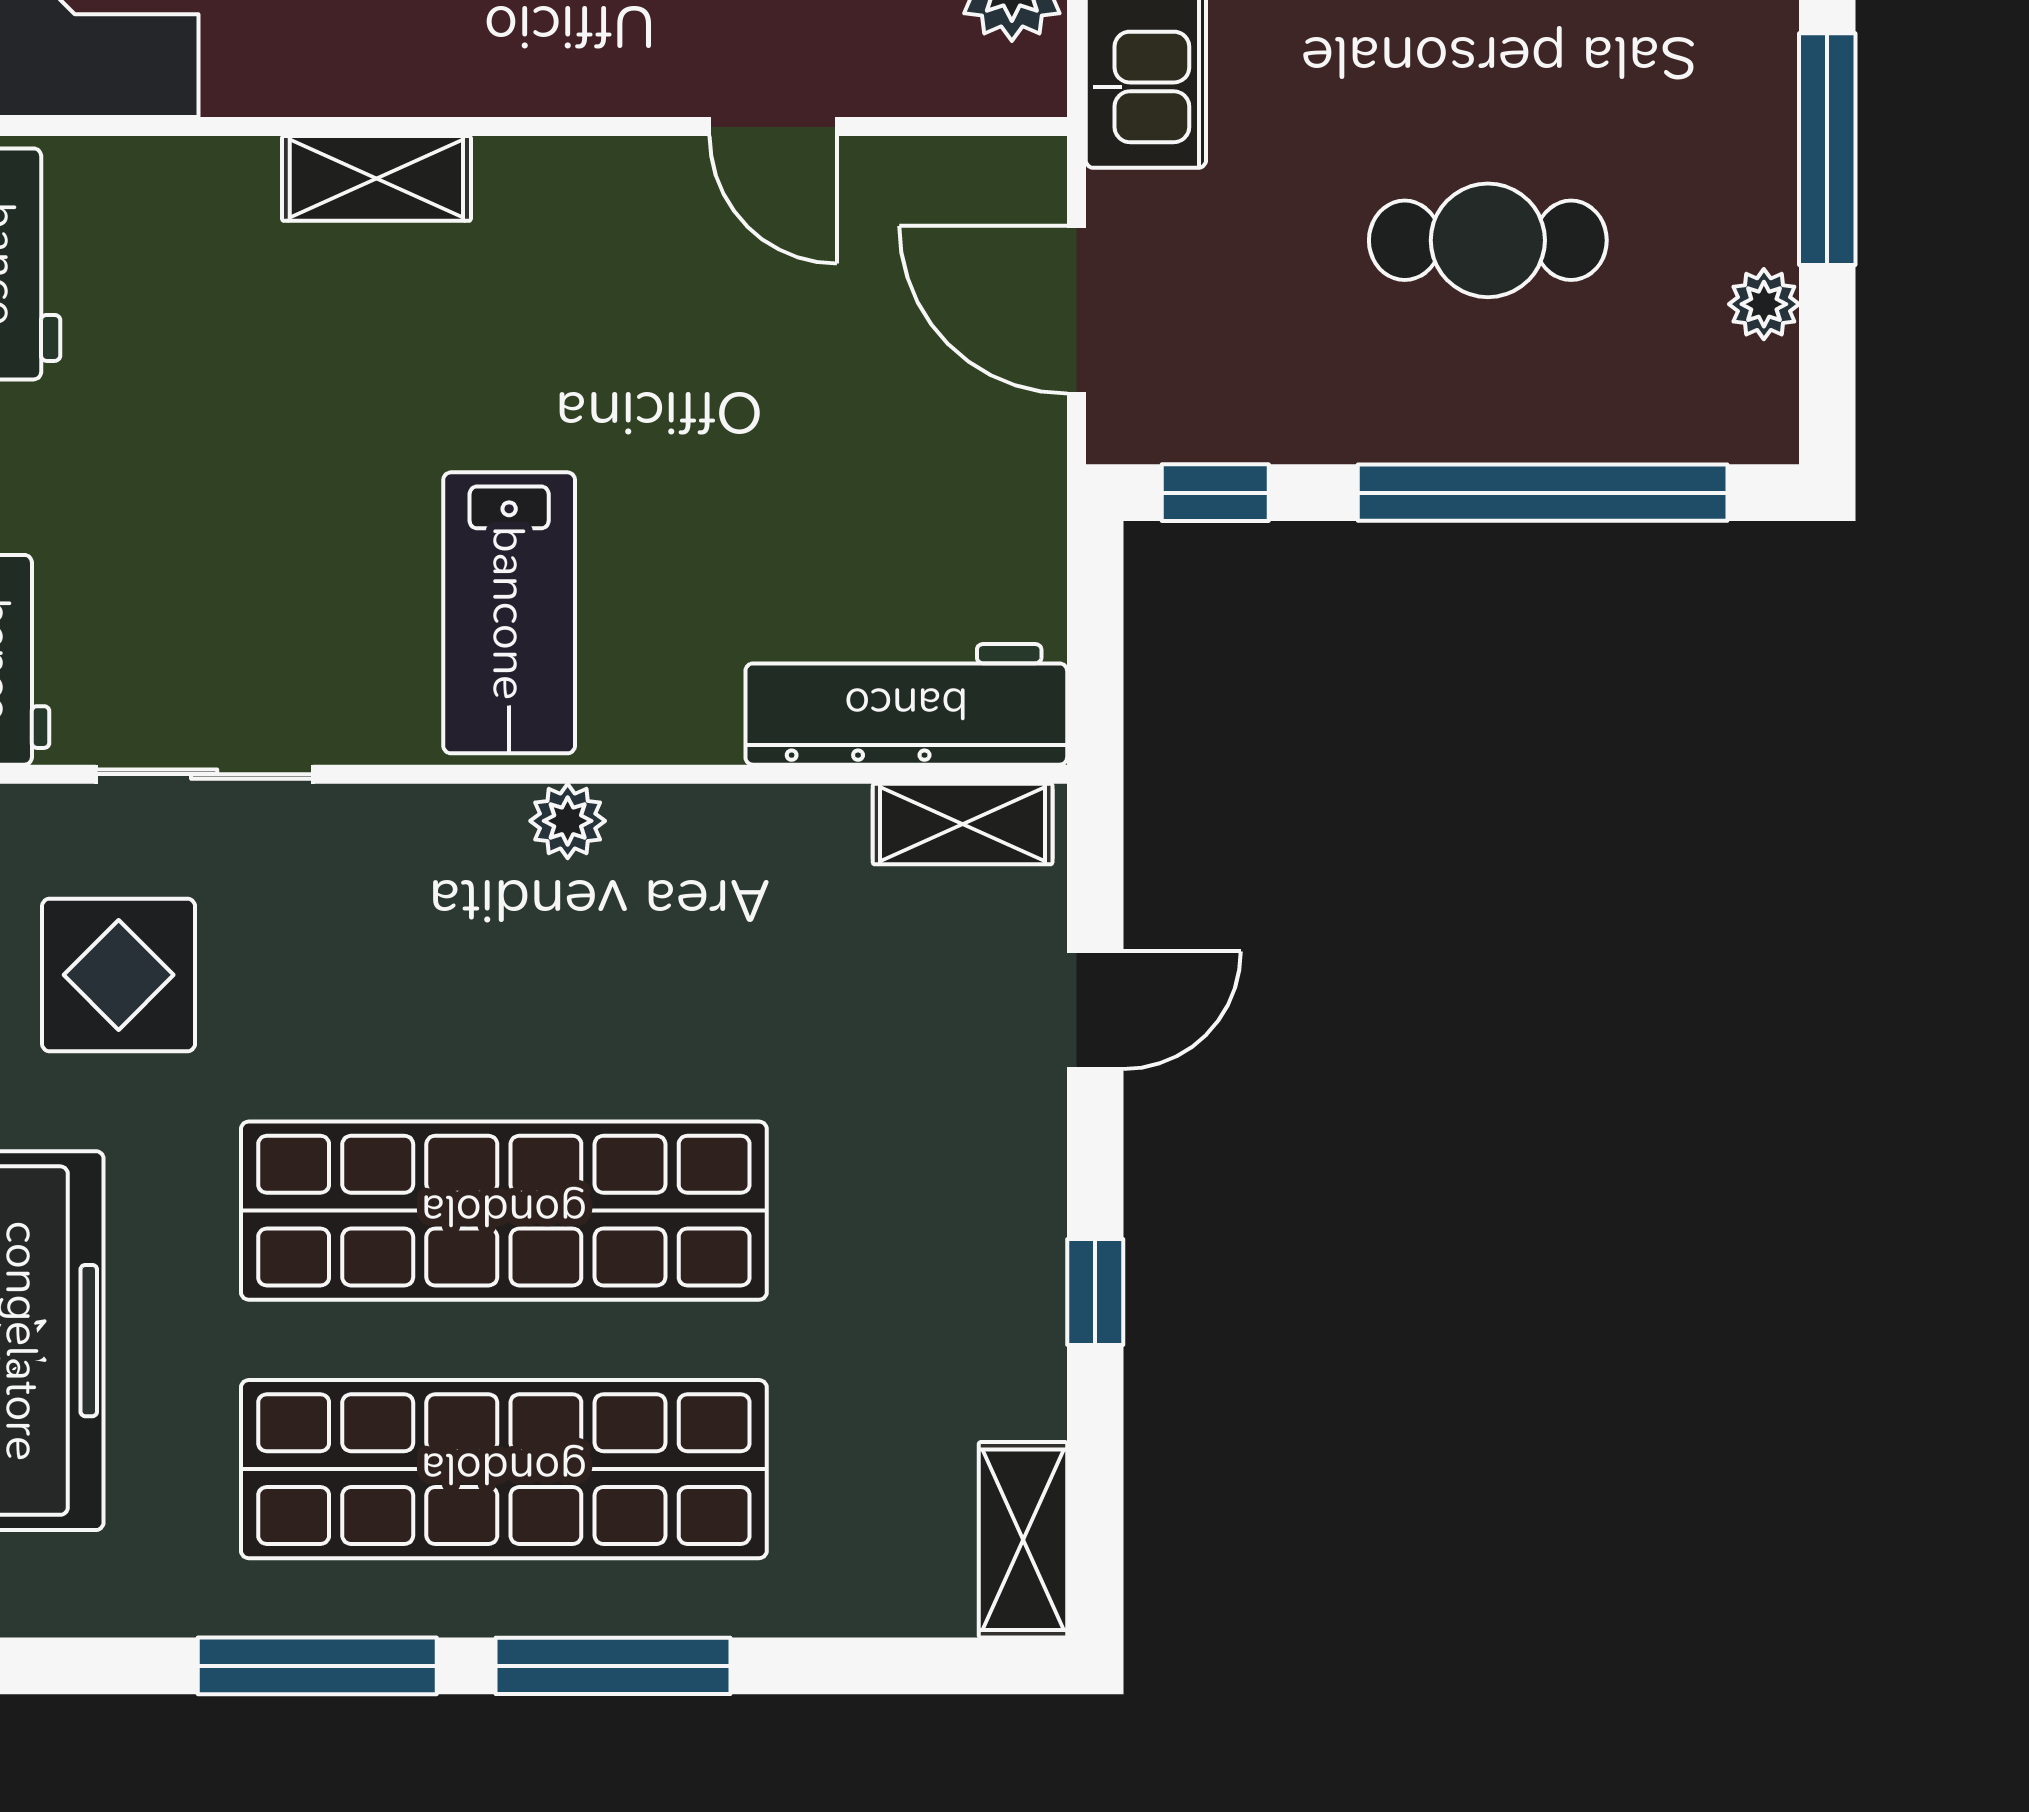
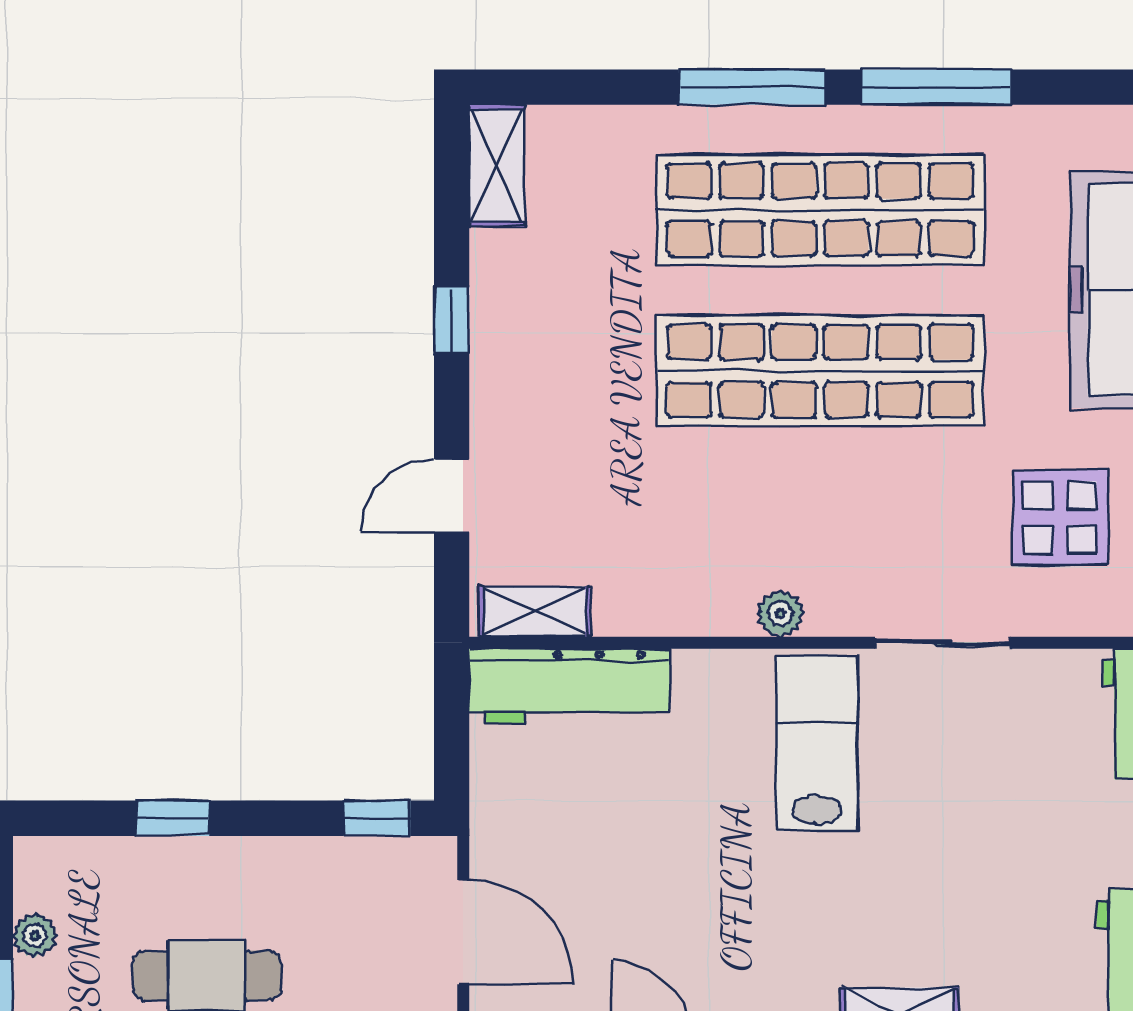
window: (1543, 493) -> (173, 818), width x0.32
sliding door: (204, 774) -> (943, 643), moved

